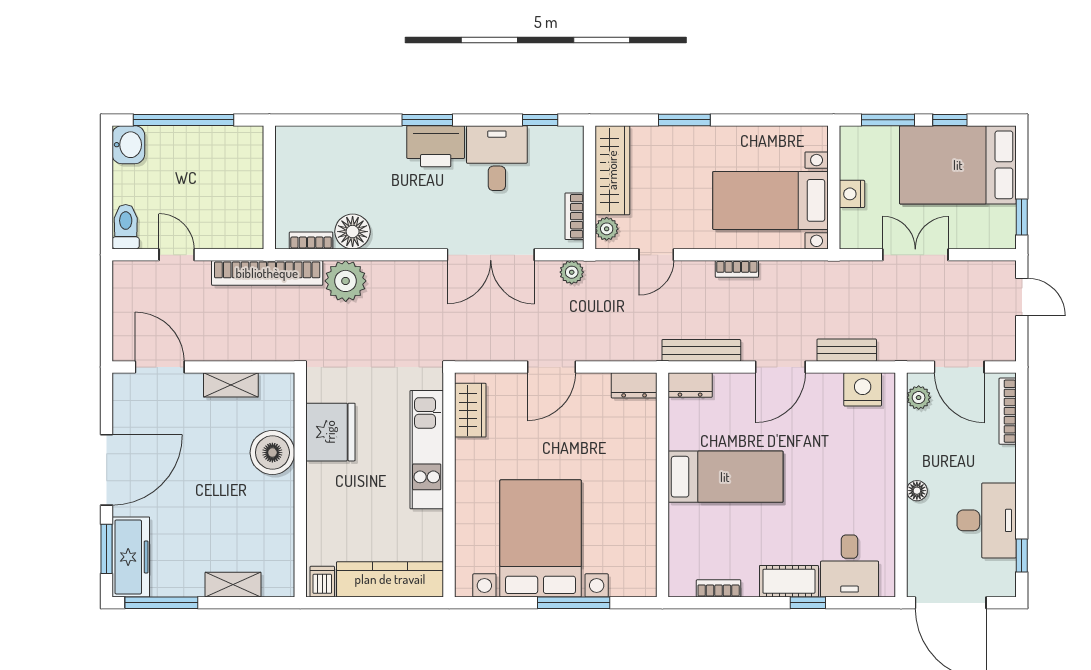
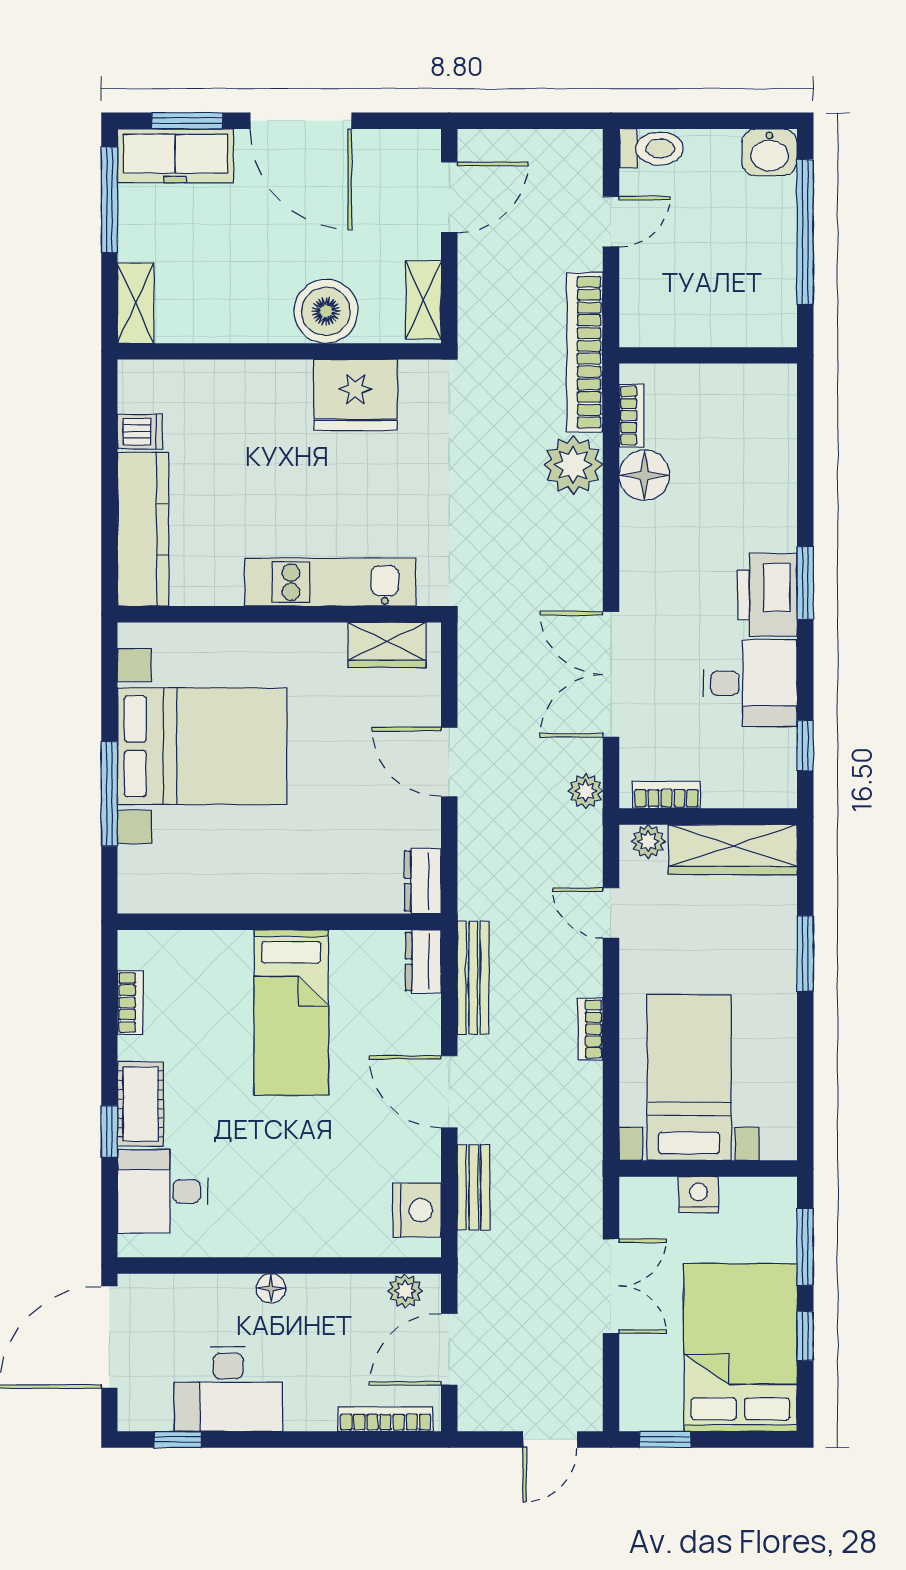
fridge: (330, 432) -> (355, 395), moved
boiler: (272, 453) -> (326, 311), moved
wall: (300, 485) -> (279, 351), moved

